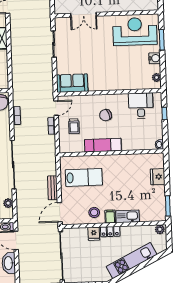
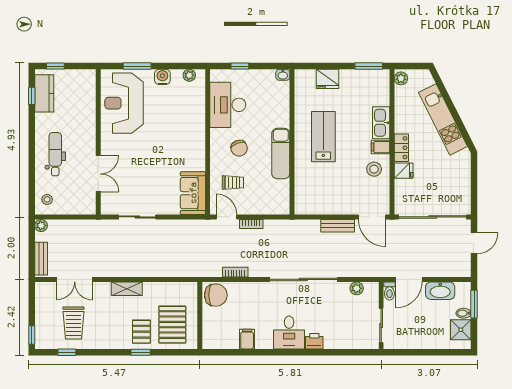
desk: (141, 106) -> (228, 105), width x1.37
trolley: (74, 126) -> (233, 182), moved
lab bench: (84, 177) -> (323, 137), moved

